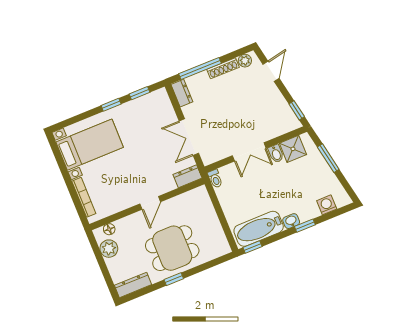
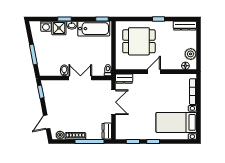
shower: (293, 149) -> (59, 28), moved
dining table: (172, 248) -> (139, 41), moved

